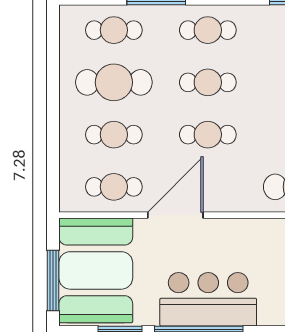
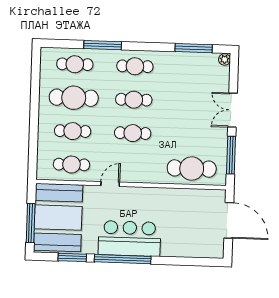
door: (175, 215) -> (110, 184), width x0.53

